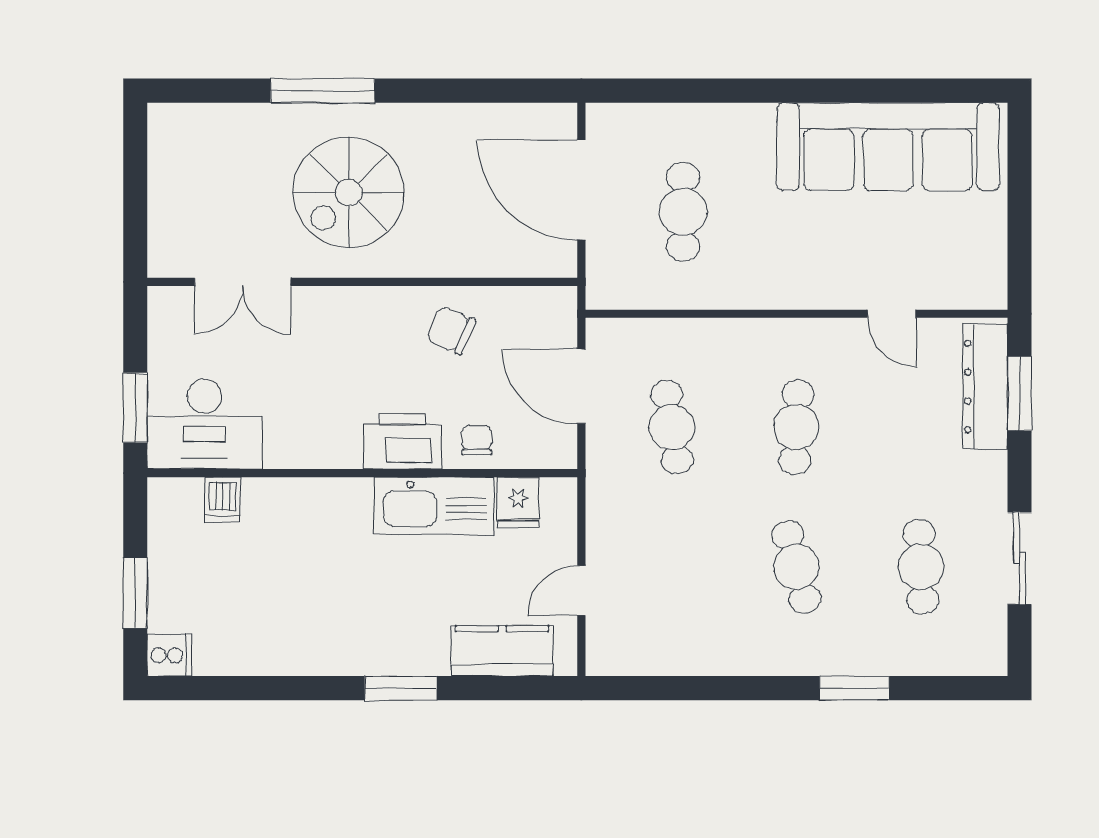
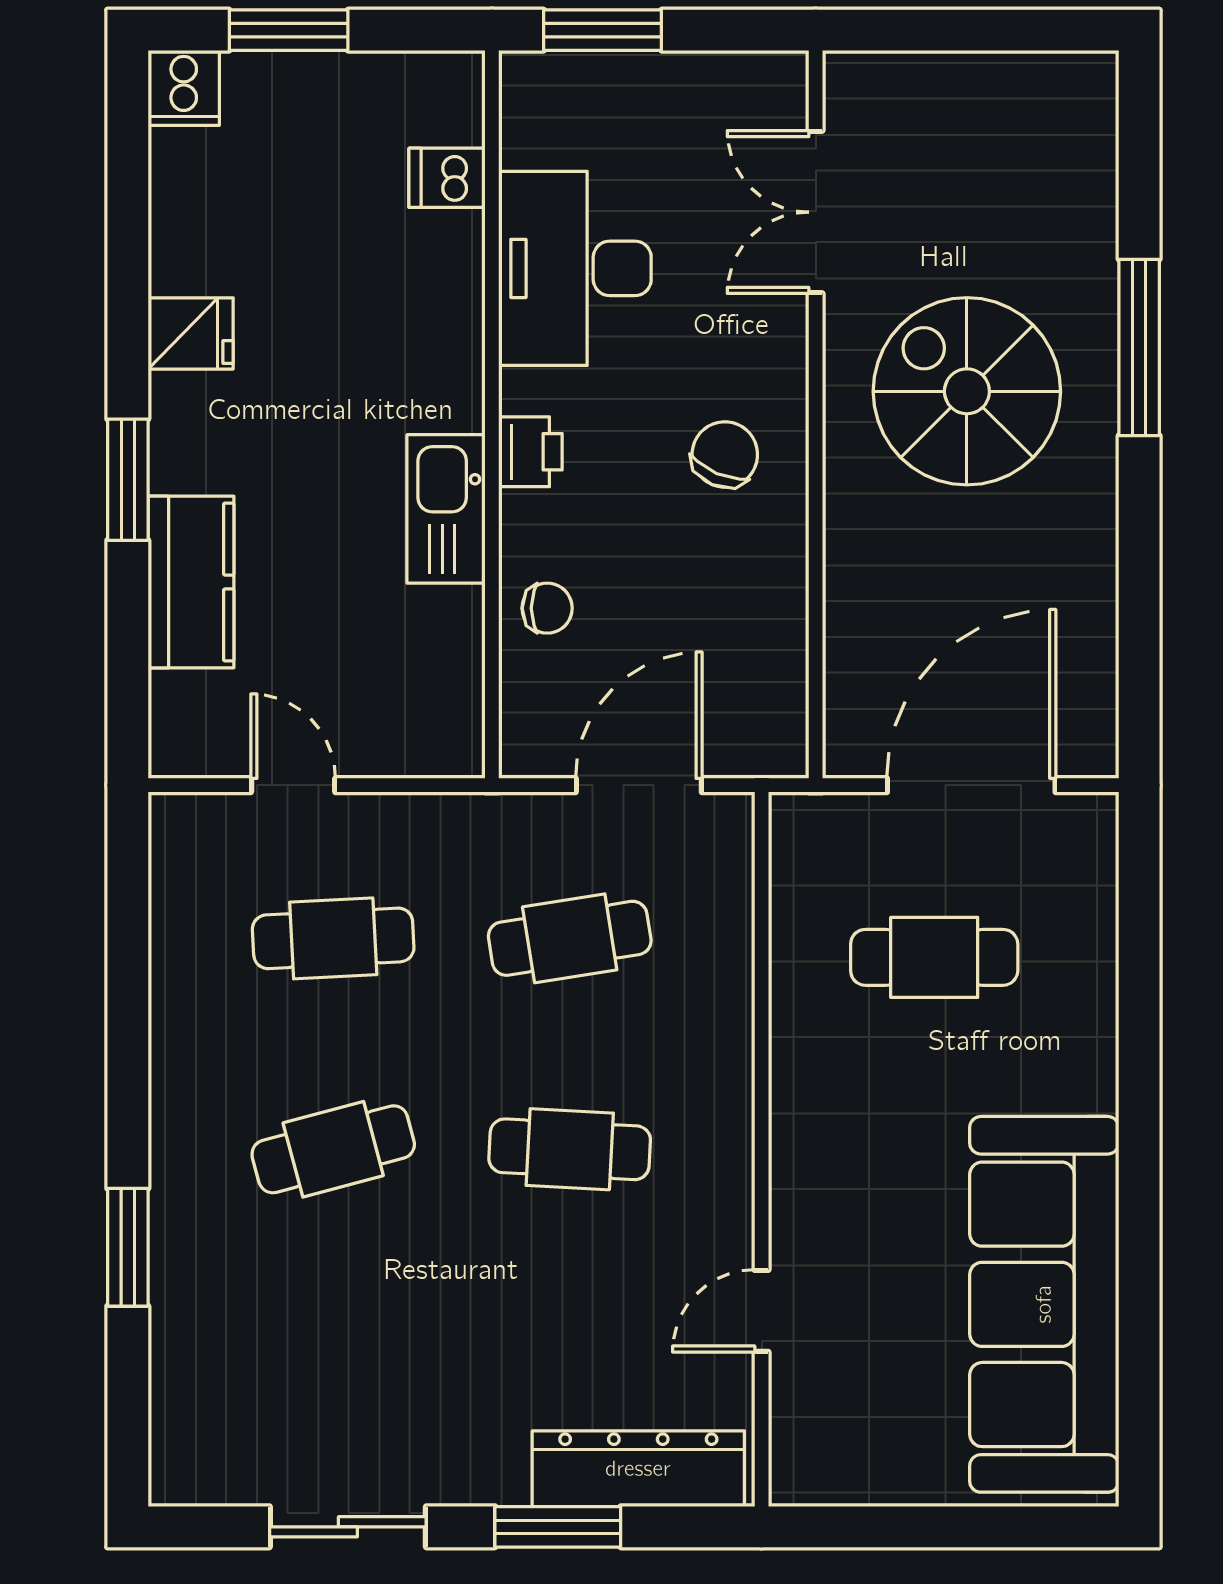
chair: (451, 330) -> (725, 454), moved
window: (1019, 394) -> (558, 1527), moved
desk: (205, 424) -> (575, 268), moved
printer: (402, 441) -> (530, 452), width x0.53, depth x0.68
fridge: (518, 502) -> (191, 333), moved, turned 180
kitchen sink: (434, 506) -> (446, 509), width x0.73, depth x0.81
cafe table: (921, 567) -> (333, 938), moved
kitchen counter: (502, 651) -> (191, 582), moved

